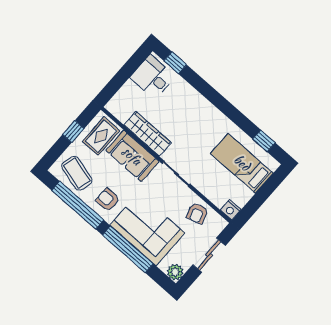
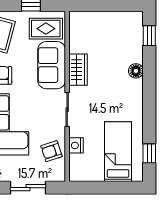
desk: (153, 77) -> (124, 28), removed
floor lamp: (193, 96) -> (136, 71), added
wardrobe: (148, 134) -> (78, 70), width x0.67
nightstand: (231, 210) -> (76, 145), moved

